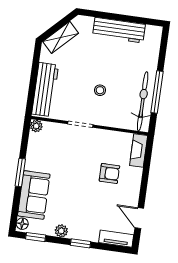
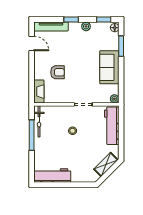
workbench: (119, 30) -> (52, 175), moved
bicycle: (143, 101) -> (39, 121), width x0.73, depth x0.71
window: (20, 173) -> (121, 46), moved
armchair: (109, 173) -> (57, 72), turned 180
sofa: (34, 195) -> (109, 67), moved
tv unit: (116, 239) -> (51, 26), width x1.41

